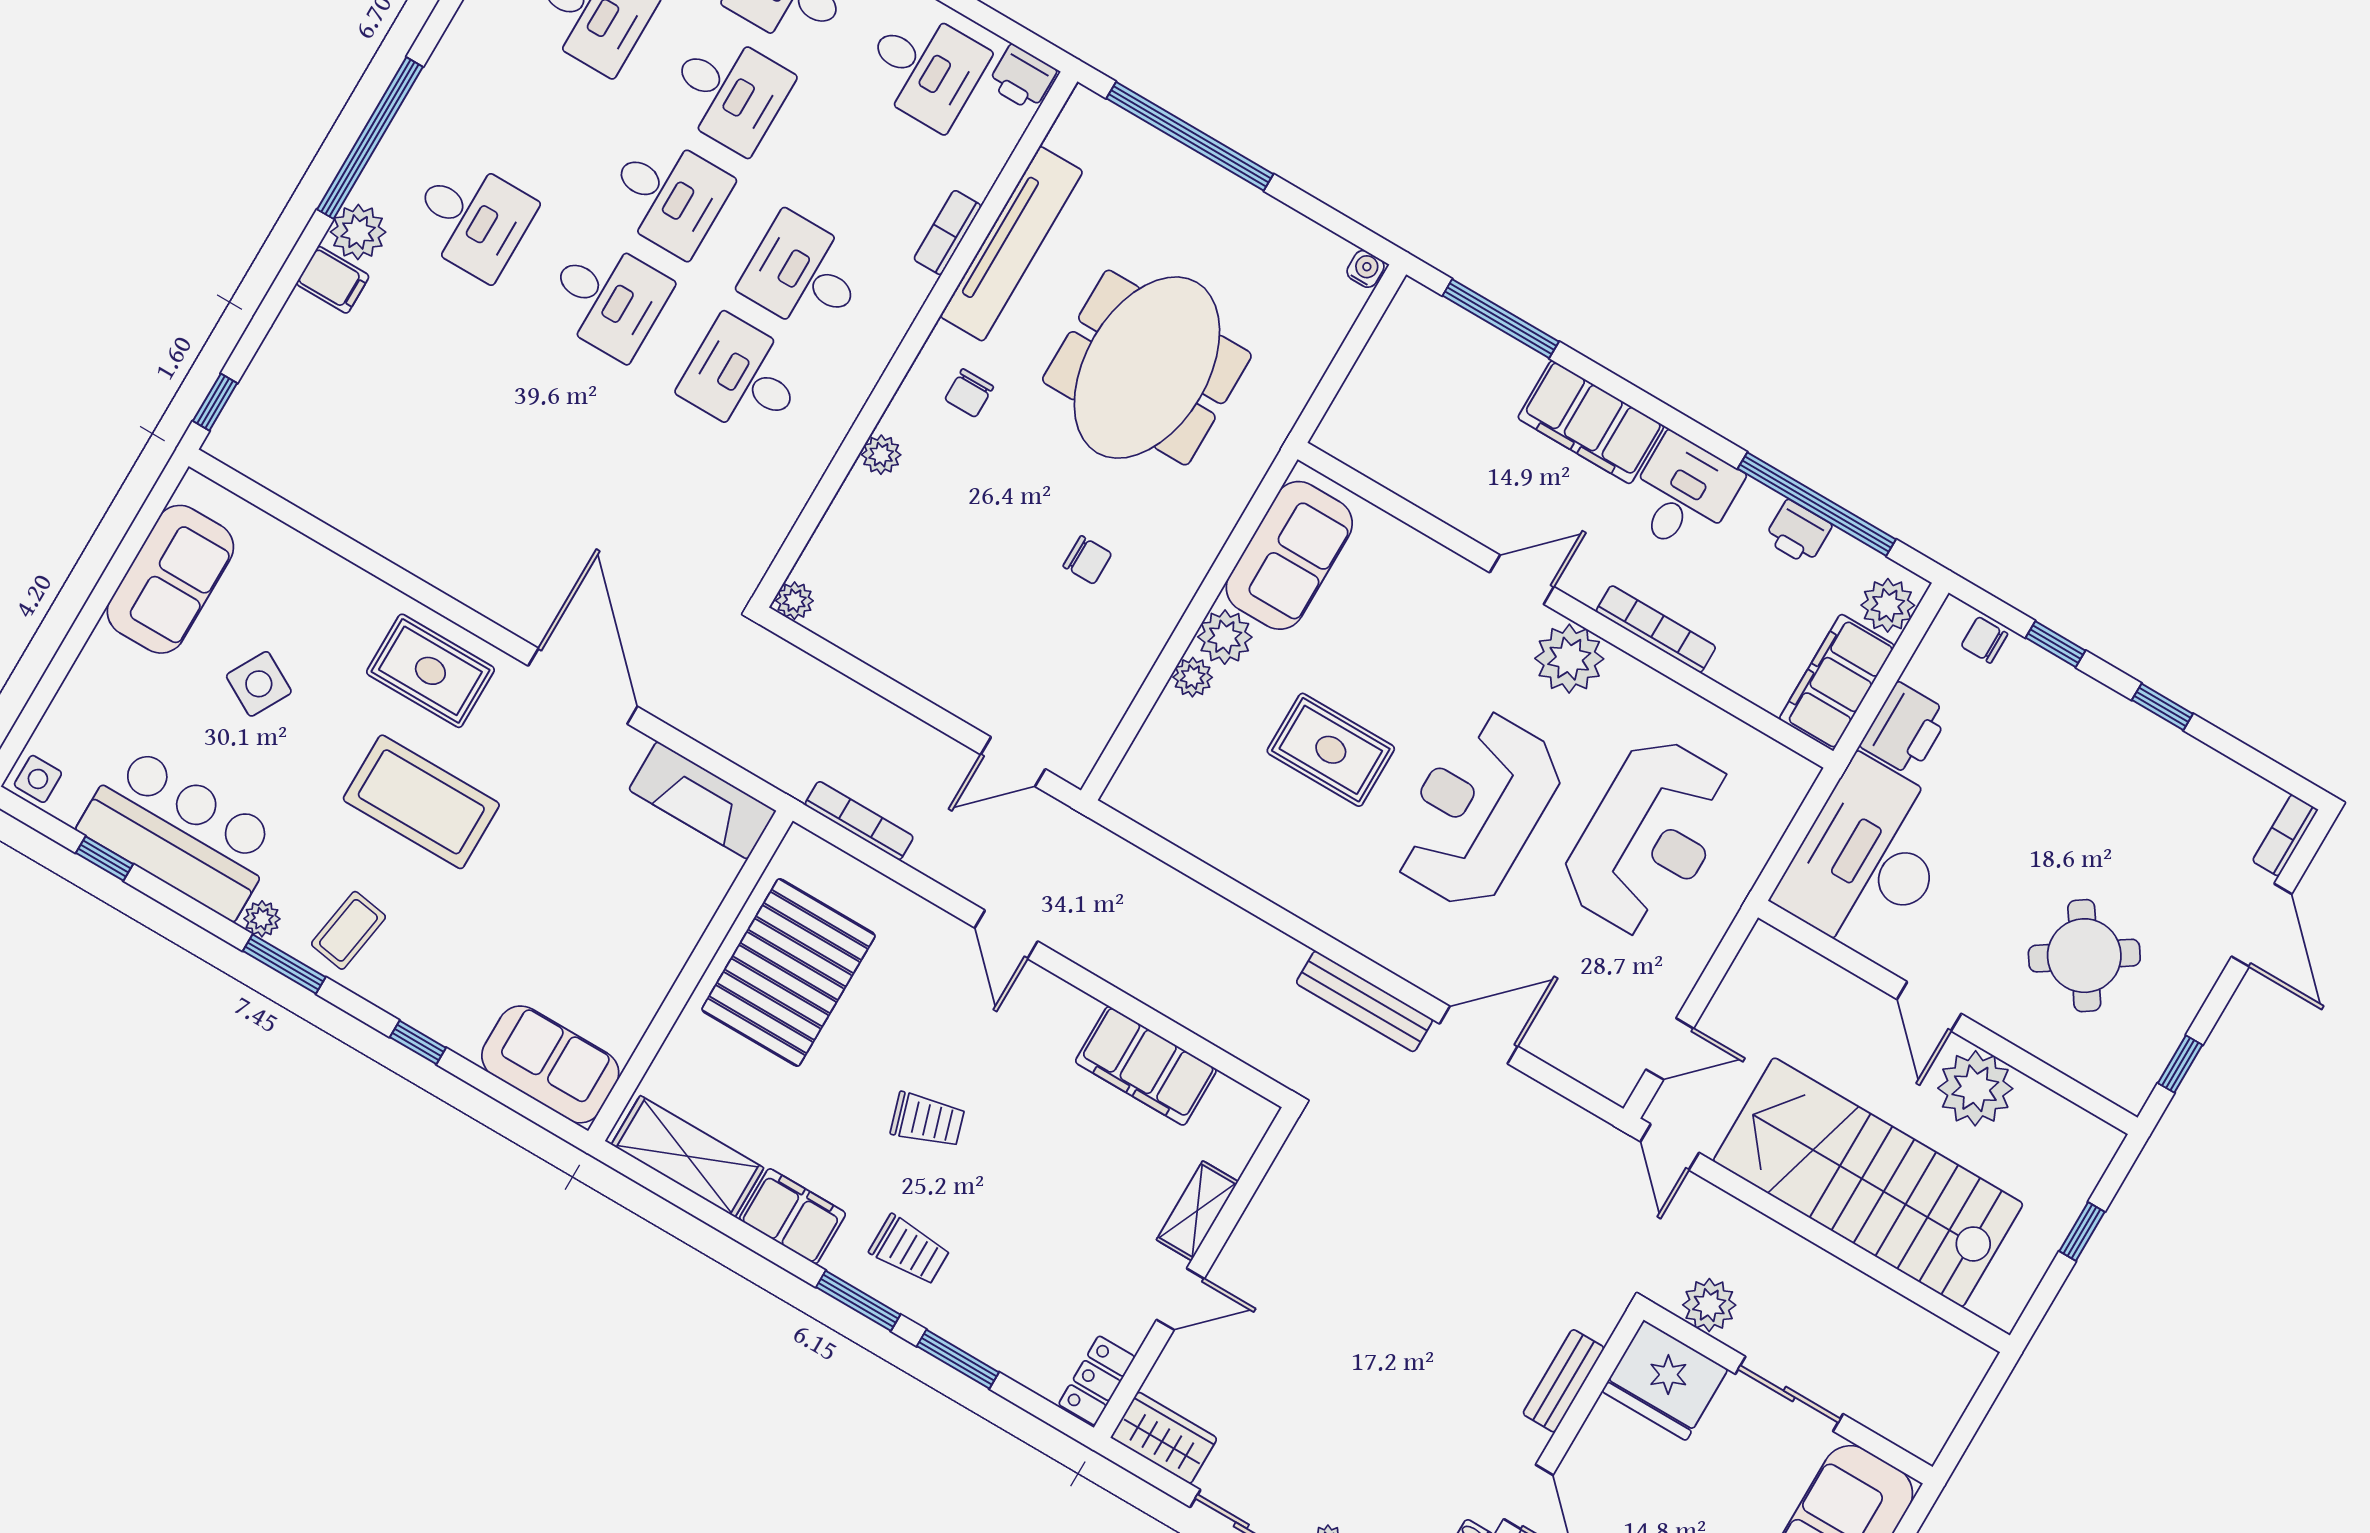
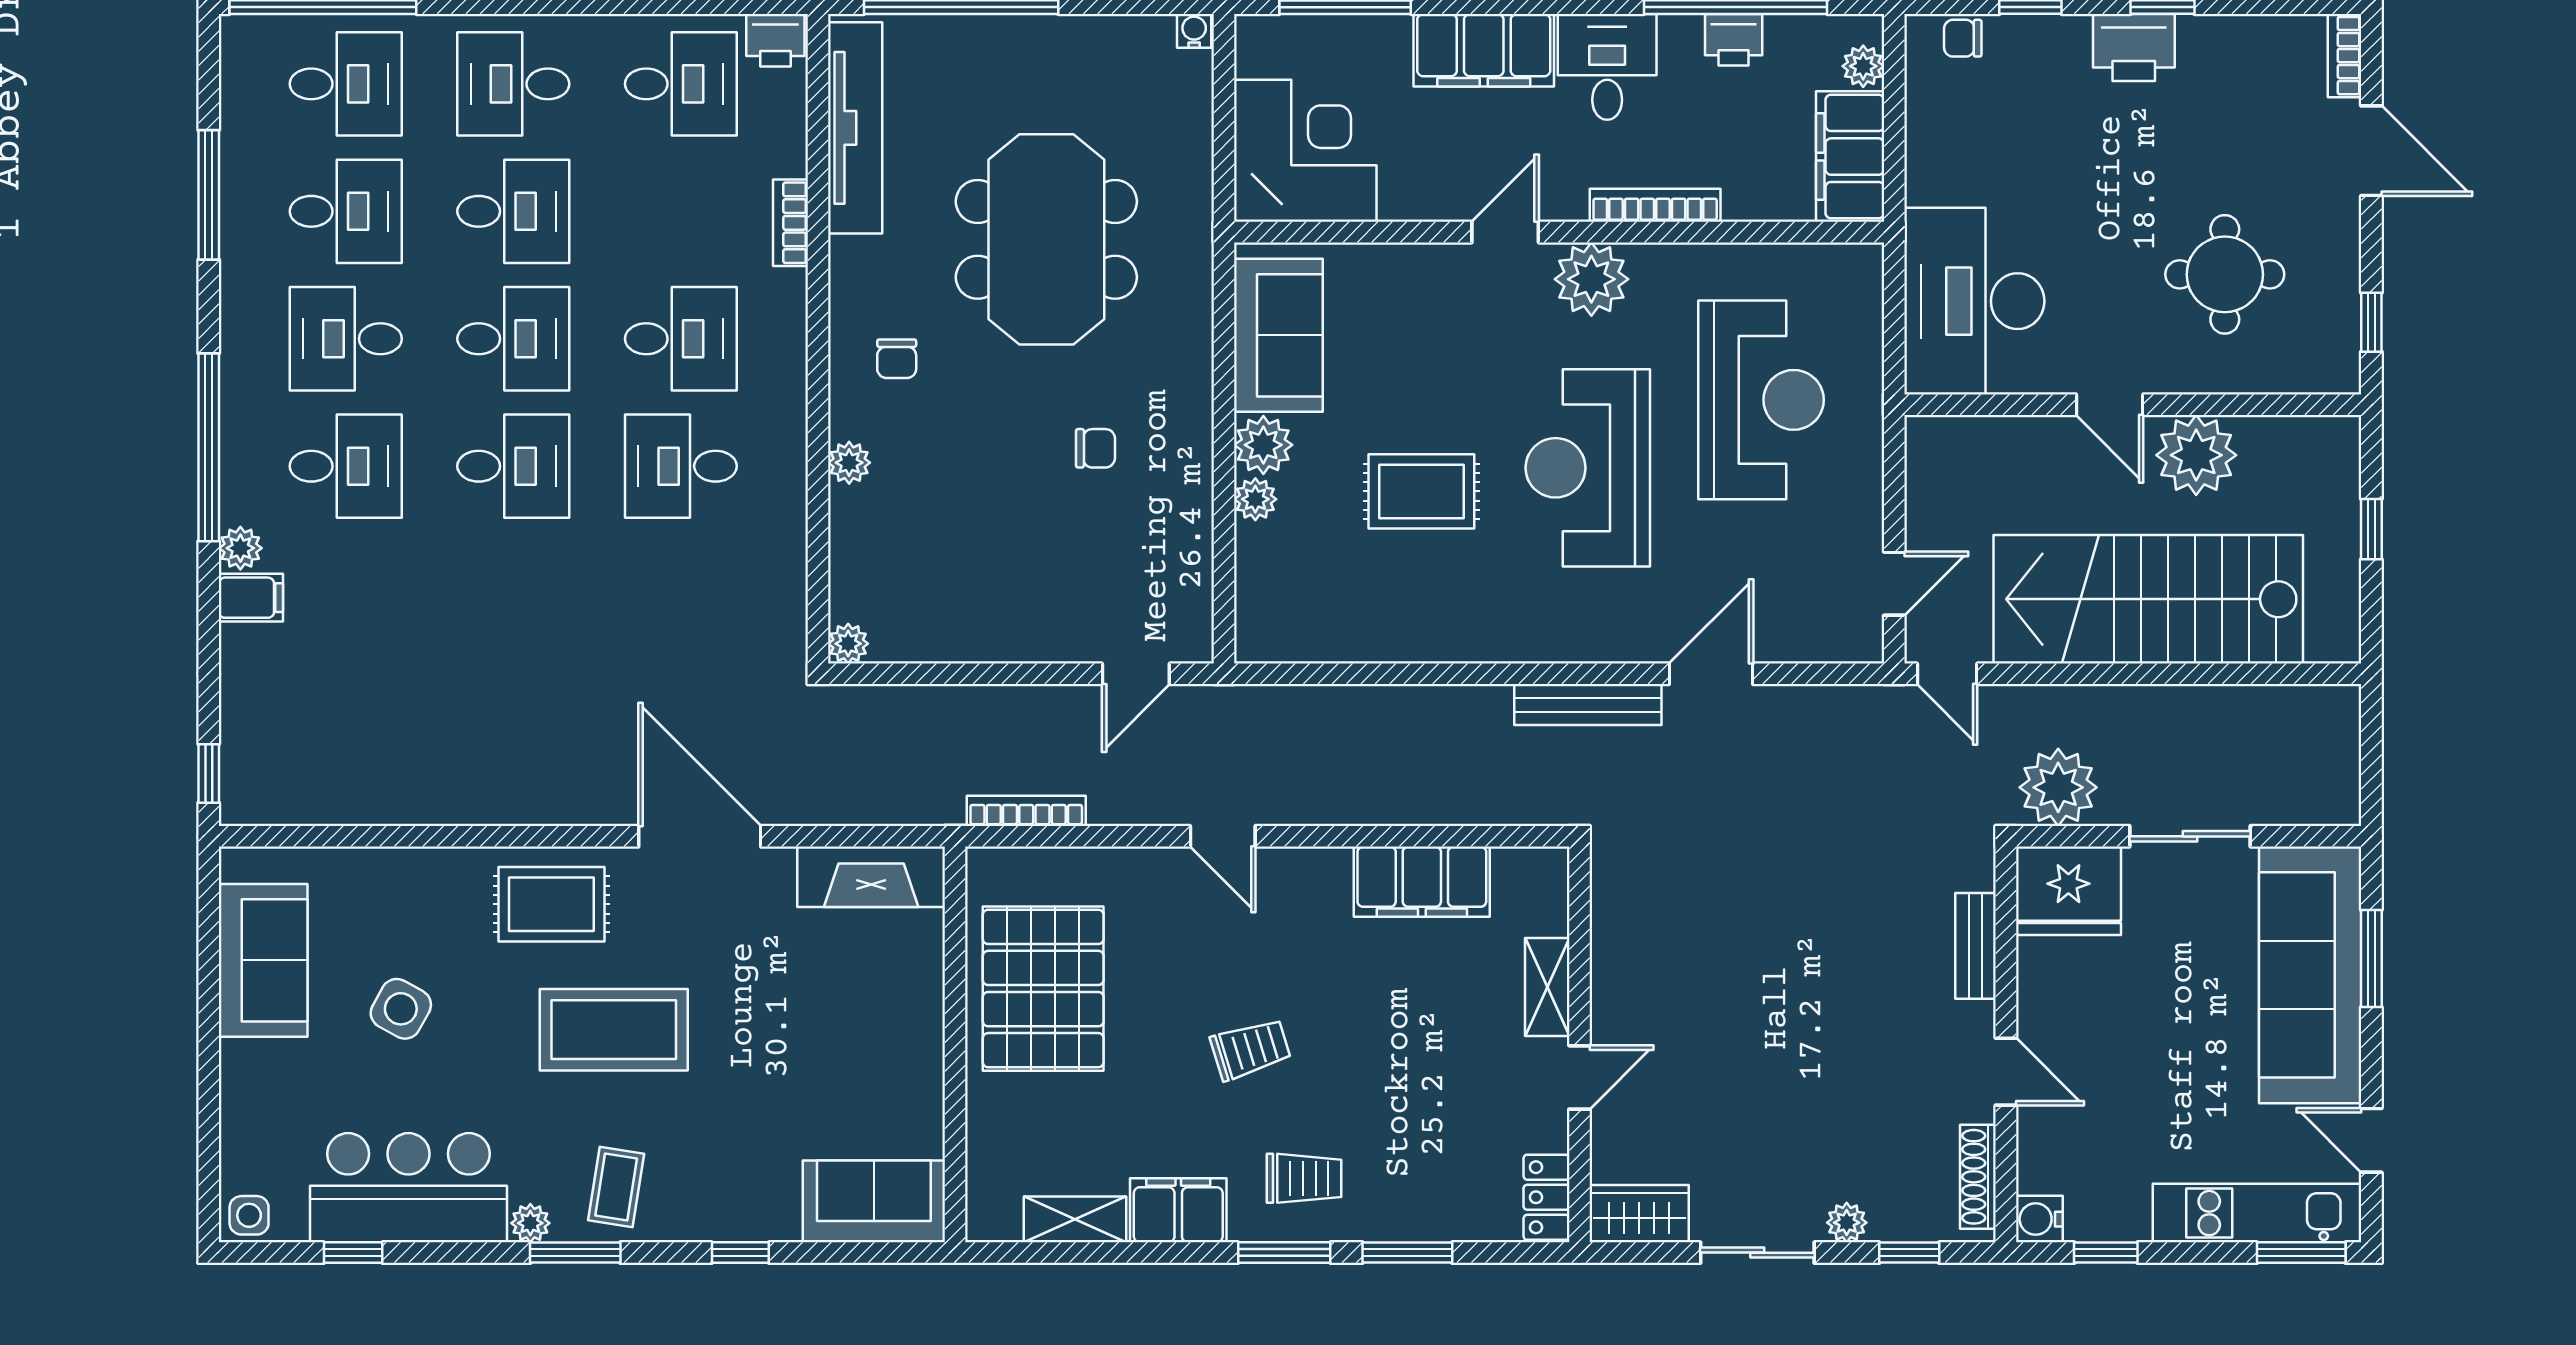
desk: (533, 115) -> (346, 339), added
plant: (358, 232) -> (240, 548), width x0.73, depth x0.73
tv unit: (1011, 244) -> (855, 128), moved
desk: (804, 274) -> (681, 339), turned 180
corner desk: (1399, 419) -> (1305, 151), added
plant: (1888, 605) -> (1863, 66), width x0.73, depth x0.73
printer: (1905, 729) -> (2134, 47), moved, turned 90
round table: (2084, 956) -> (2225, 274), turned 34
shelving: (688, 1156) -> (1075, 1219), width x0.67, depth x0.75
plant: (1709, 1305) -> (2058, 787), width x1.36, depth x1.36

